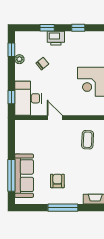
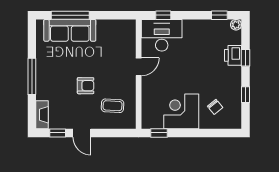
printer: (56, 38) -> (233, 55), moved
plant: (19, 59) -> (236, 25), moved
chair: (42, 64) -> (215, 107), moved
armchair: (57, 181) -> (86, 86), moved

